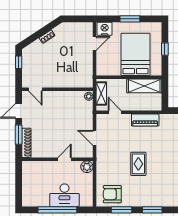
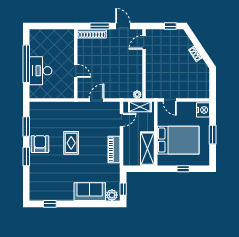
door: (94, 43) -> (170, 100), moved
rug: (138, 164) -> (71, 143), turned 90
plant: (87, 167) -> (68, 93), removed
armchair: (112, 194) -> (40, 144), moved

